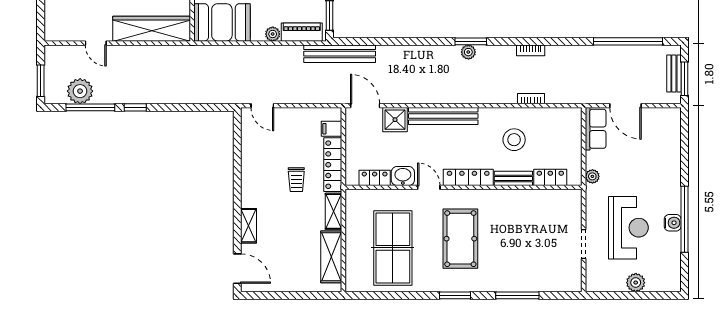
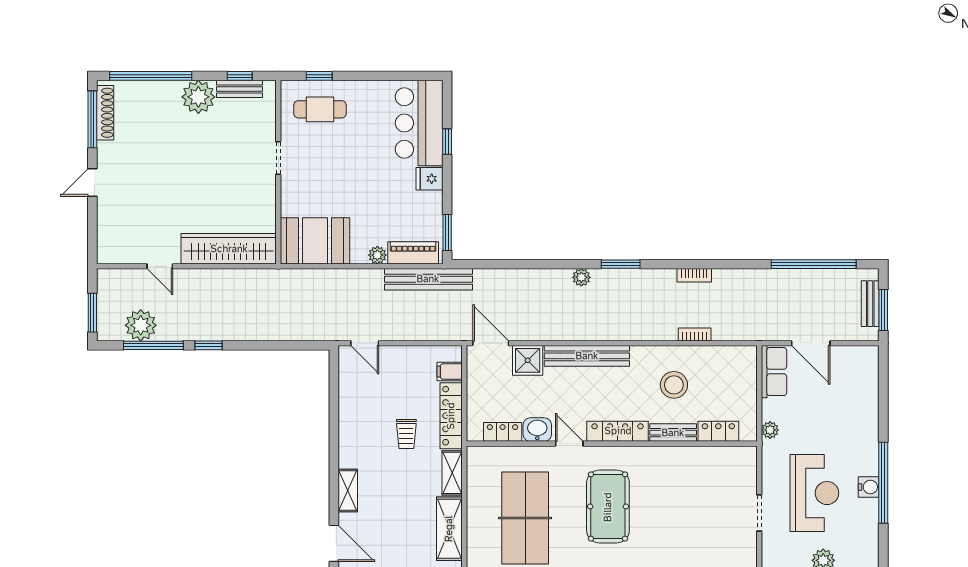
plant: (468, 52) -> (581, 277), moved
bench: (340, 54) -> (428, 279), moved

